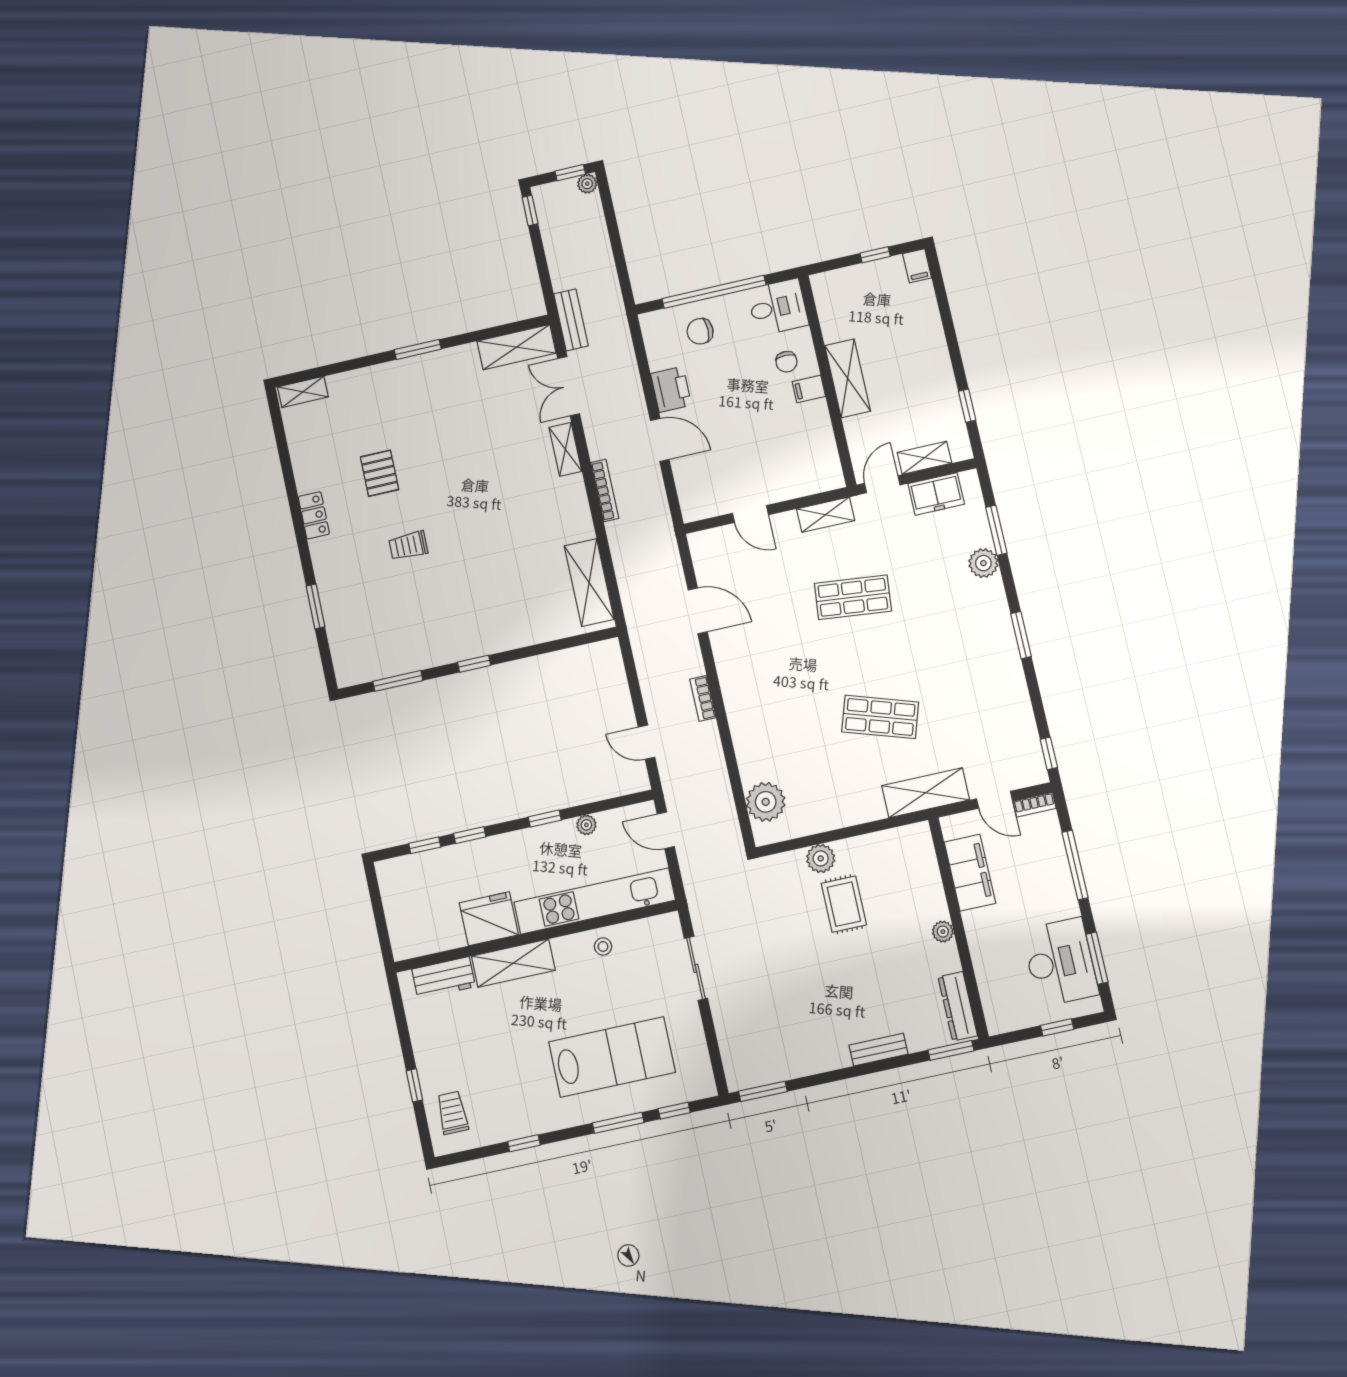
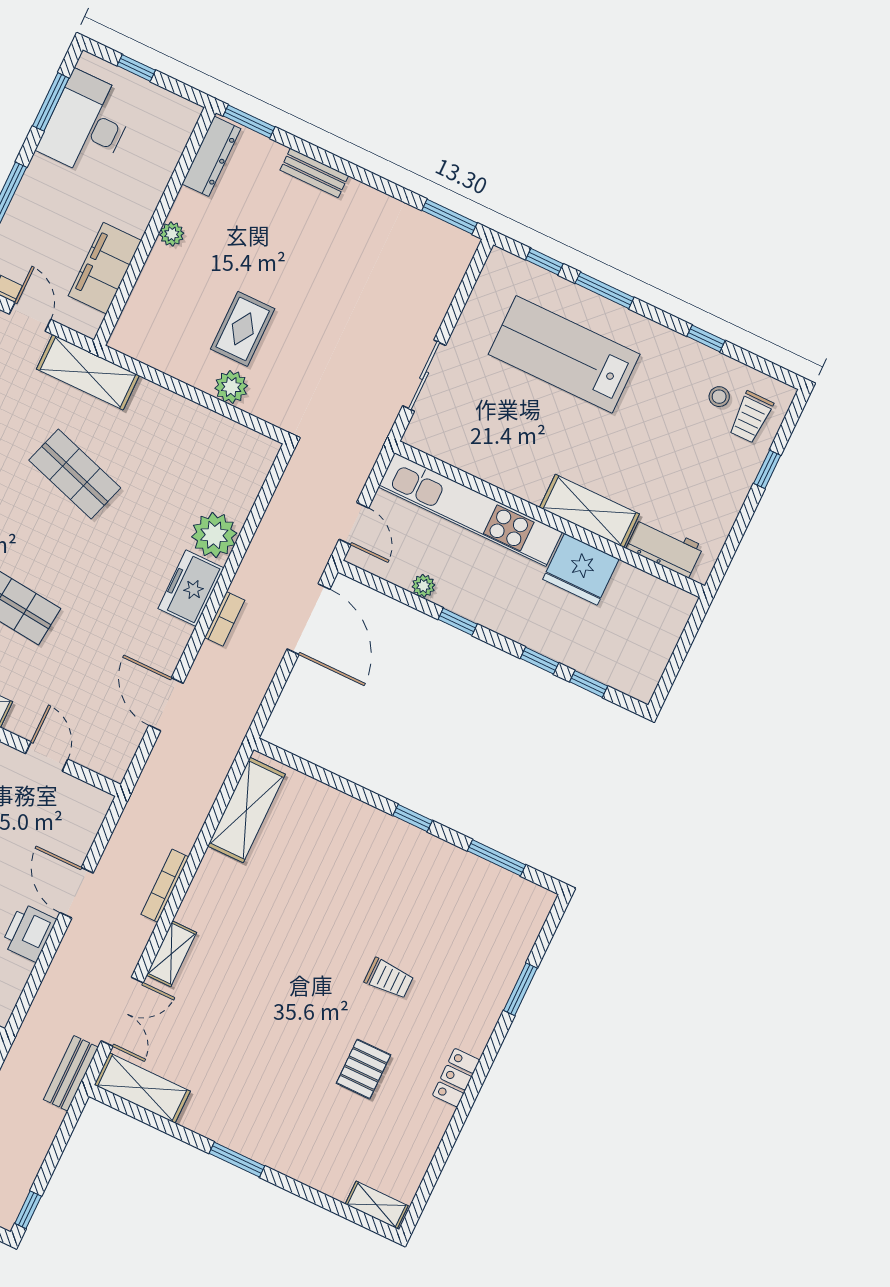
freezer: (742, 701) -> (191, 588), added
door: (646, 742) -> (309, 619), width x1.87
plant: (766, 802) -> (214, 535), moved
stool: (603, 947) -> (719, 397), moved

